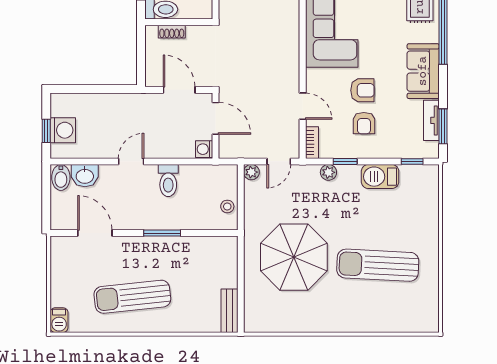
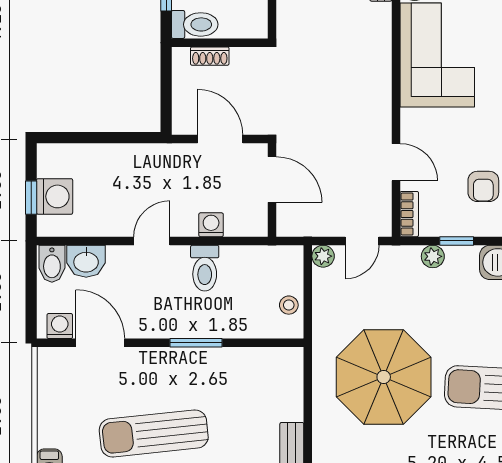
armchair: (362, 90) -> (481, 140), removed
washing machine: (204, 149) -> (211, 225), moved, turned 90
washing machine: (66, 221) -> (60, 326), added

